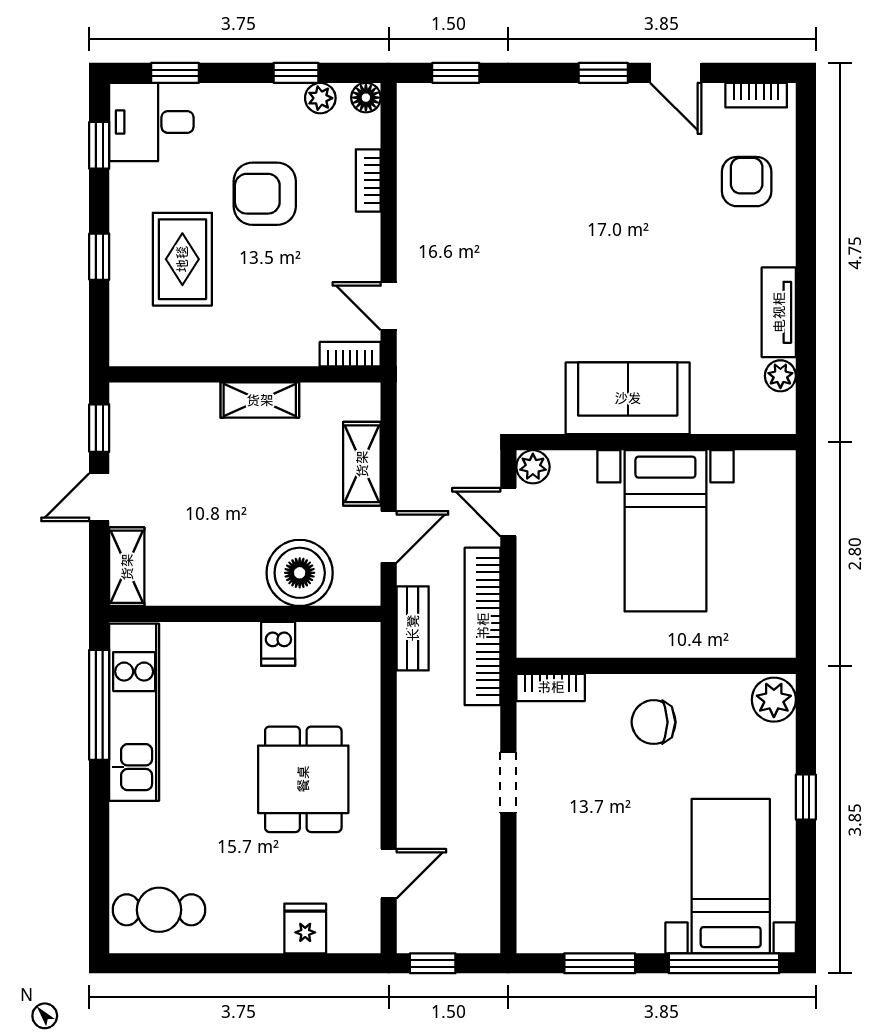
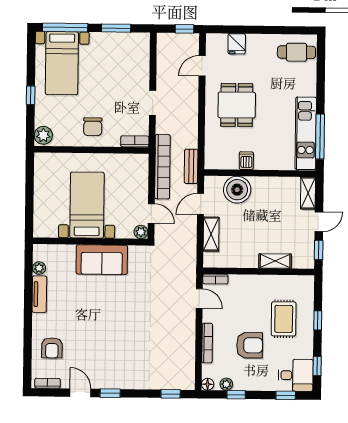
bookcase: (368, 180) -> (207, 343), width x1.56
shelving: (260, 400) -> (275, 261), moved
chair: (654, 722) -> (93, 127), turned 90

